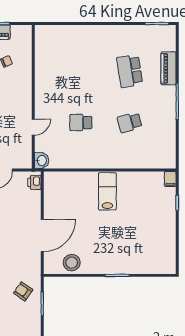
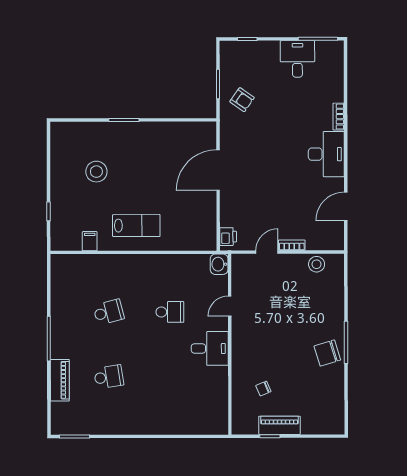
school desk: (130, 71) -> (109, 377), width x0.54
desk: (49, 93) -> (210, 348), added
filing cabinet: (170, 179) -> (90, 241), moved
lab bench: (107, 191) -> (136, 226), turned -90
stool: (72, 263) -> (96, 172), moved

